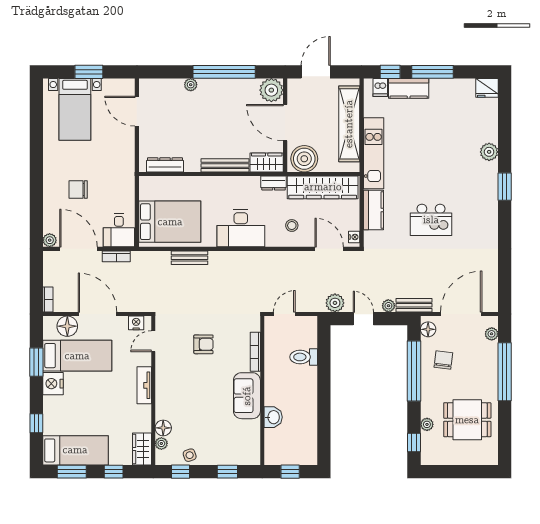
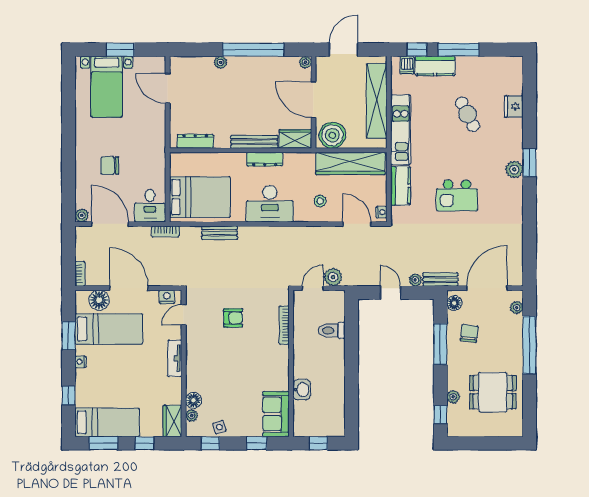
fridge: (487, 88) -> (514, 107), moved, turned 90
plant: (271, 90) -> (305, 62), width x0.53, depth x0.53
cafe table: (442, 137) -> (467, 114), added
plant: (489, 152) -> (514, 169), moved
dresser: (274, 183) -> (265, 159), moved, width x1.44
bookcase: (116, 256) -> (165, 231), moved
plant: (335, 303) -> (333, 277), moved
window: (414, 371) -> (440, 344), width x0.68
nightstand: (53, 384) -> (81, 362), width x0.53, depth x0.56
sofa: (247, 396) -> (276, 414), moved

